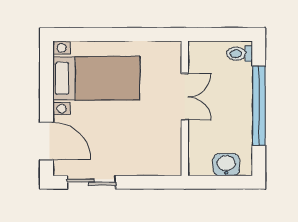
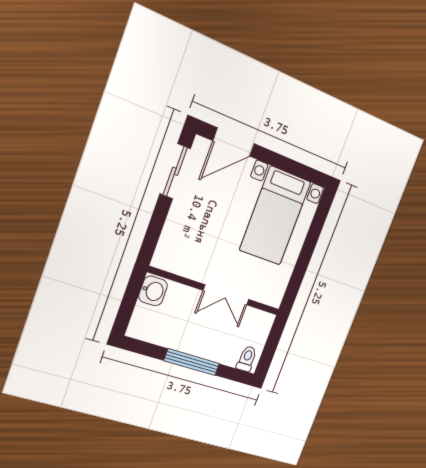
window: (259, 106) -> (192, 362), width x0.68
washbasin: (226, 165) -> (153, 291), moved

